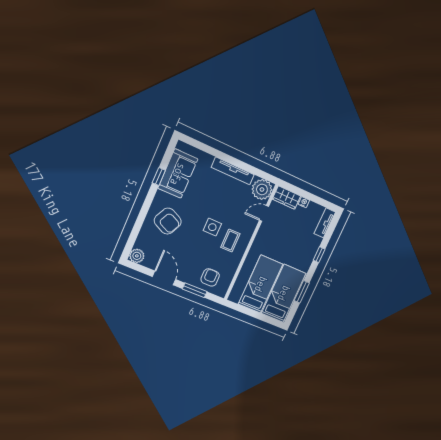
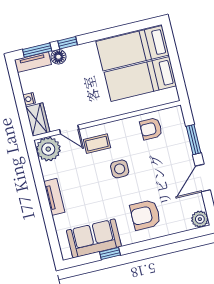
tv unit: (233, 171) -> (54, 197), width x0.71
armchair: (168, 221) -> (145, 215), turned -116
coffee table: (230, 241) -> (97, 144), moved
floor lamp: (315, 242) -> (58, 57), added
armchair: (210, 277) -> (151, 129), moved
window: (302, 292) -> (37, 50), moved

